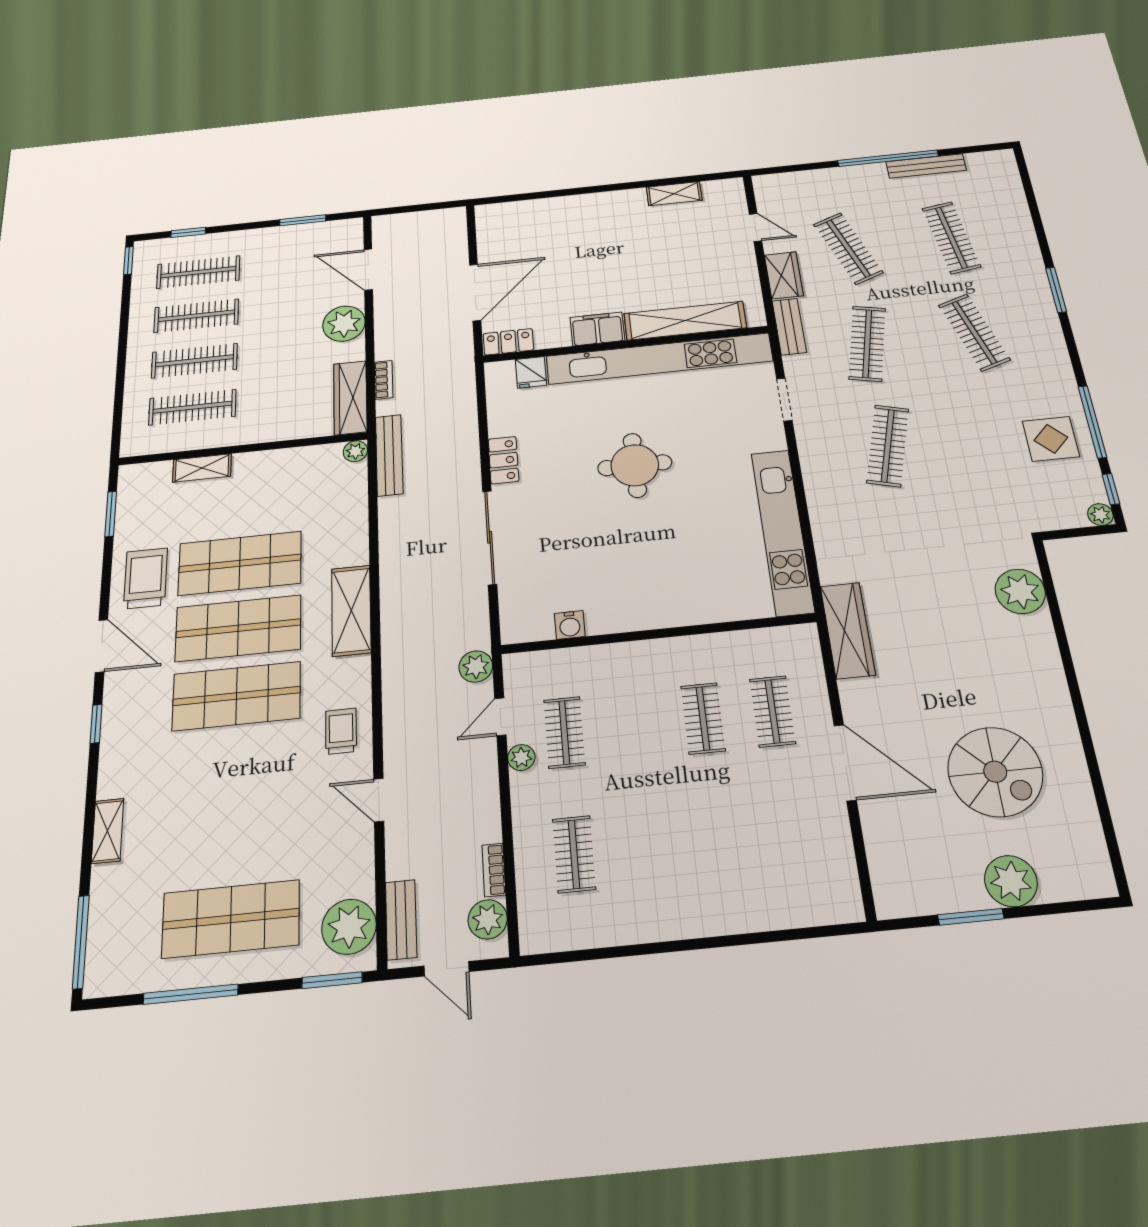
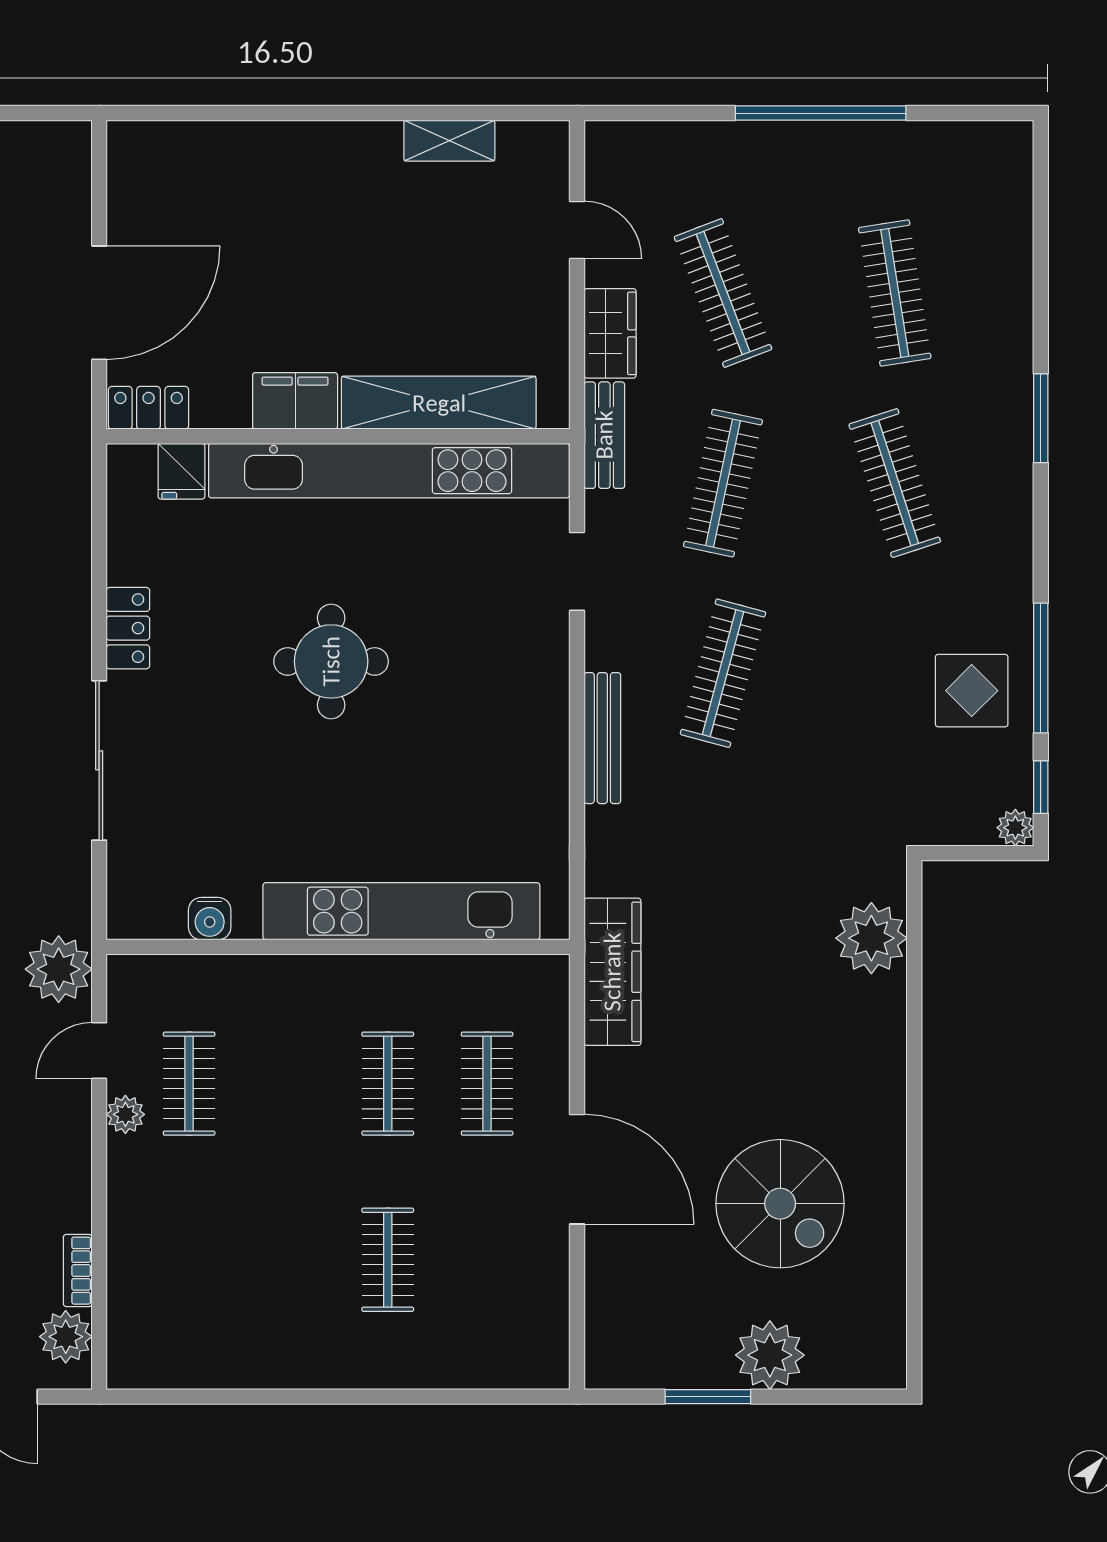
bench: (926, 166) -> (602, 738), moved, turned 90
kitchen unit: (782, 531) -> (401, 911), moved, turned 90
plant: (476, 667) -> (59, 969), width x1.36, depth x1.36
clothes rail: (574, 854) -> (388, 1260), moved

